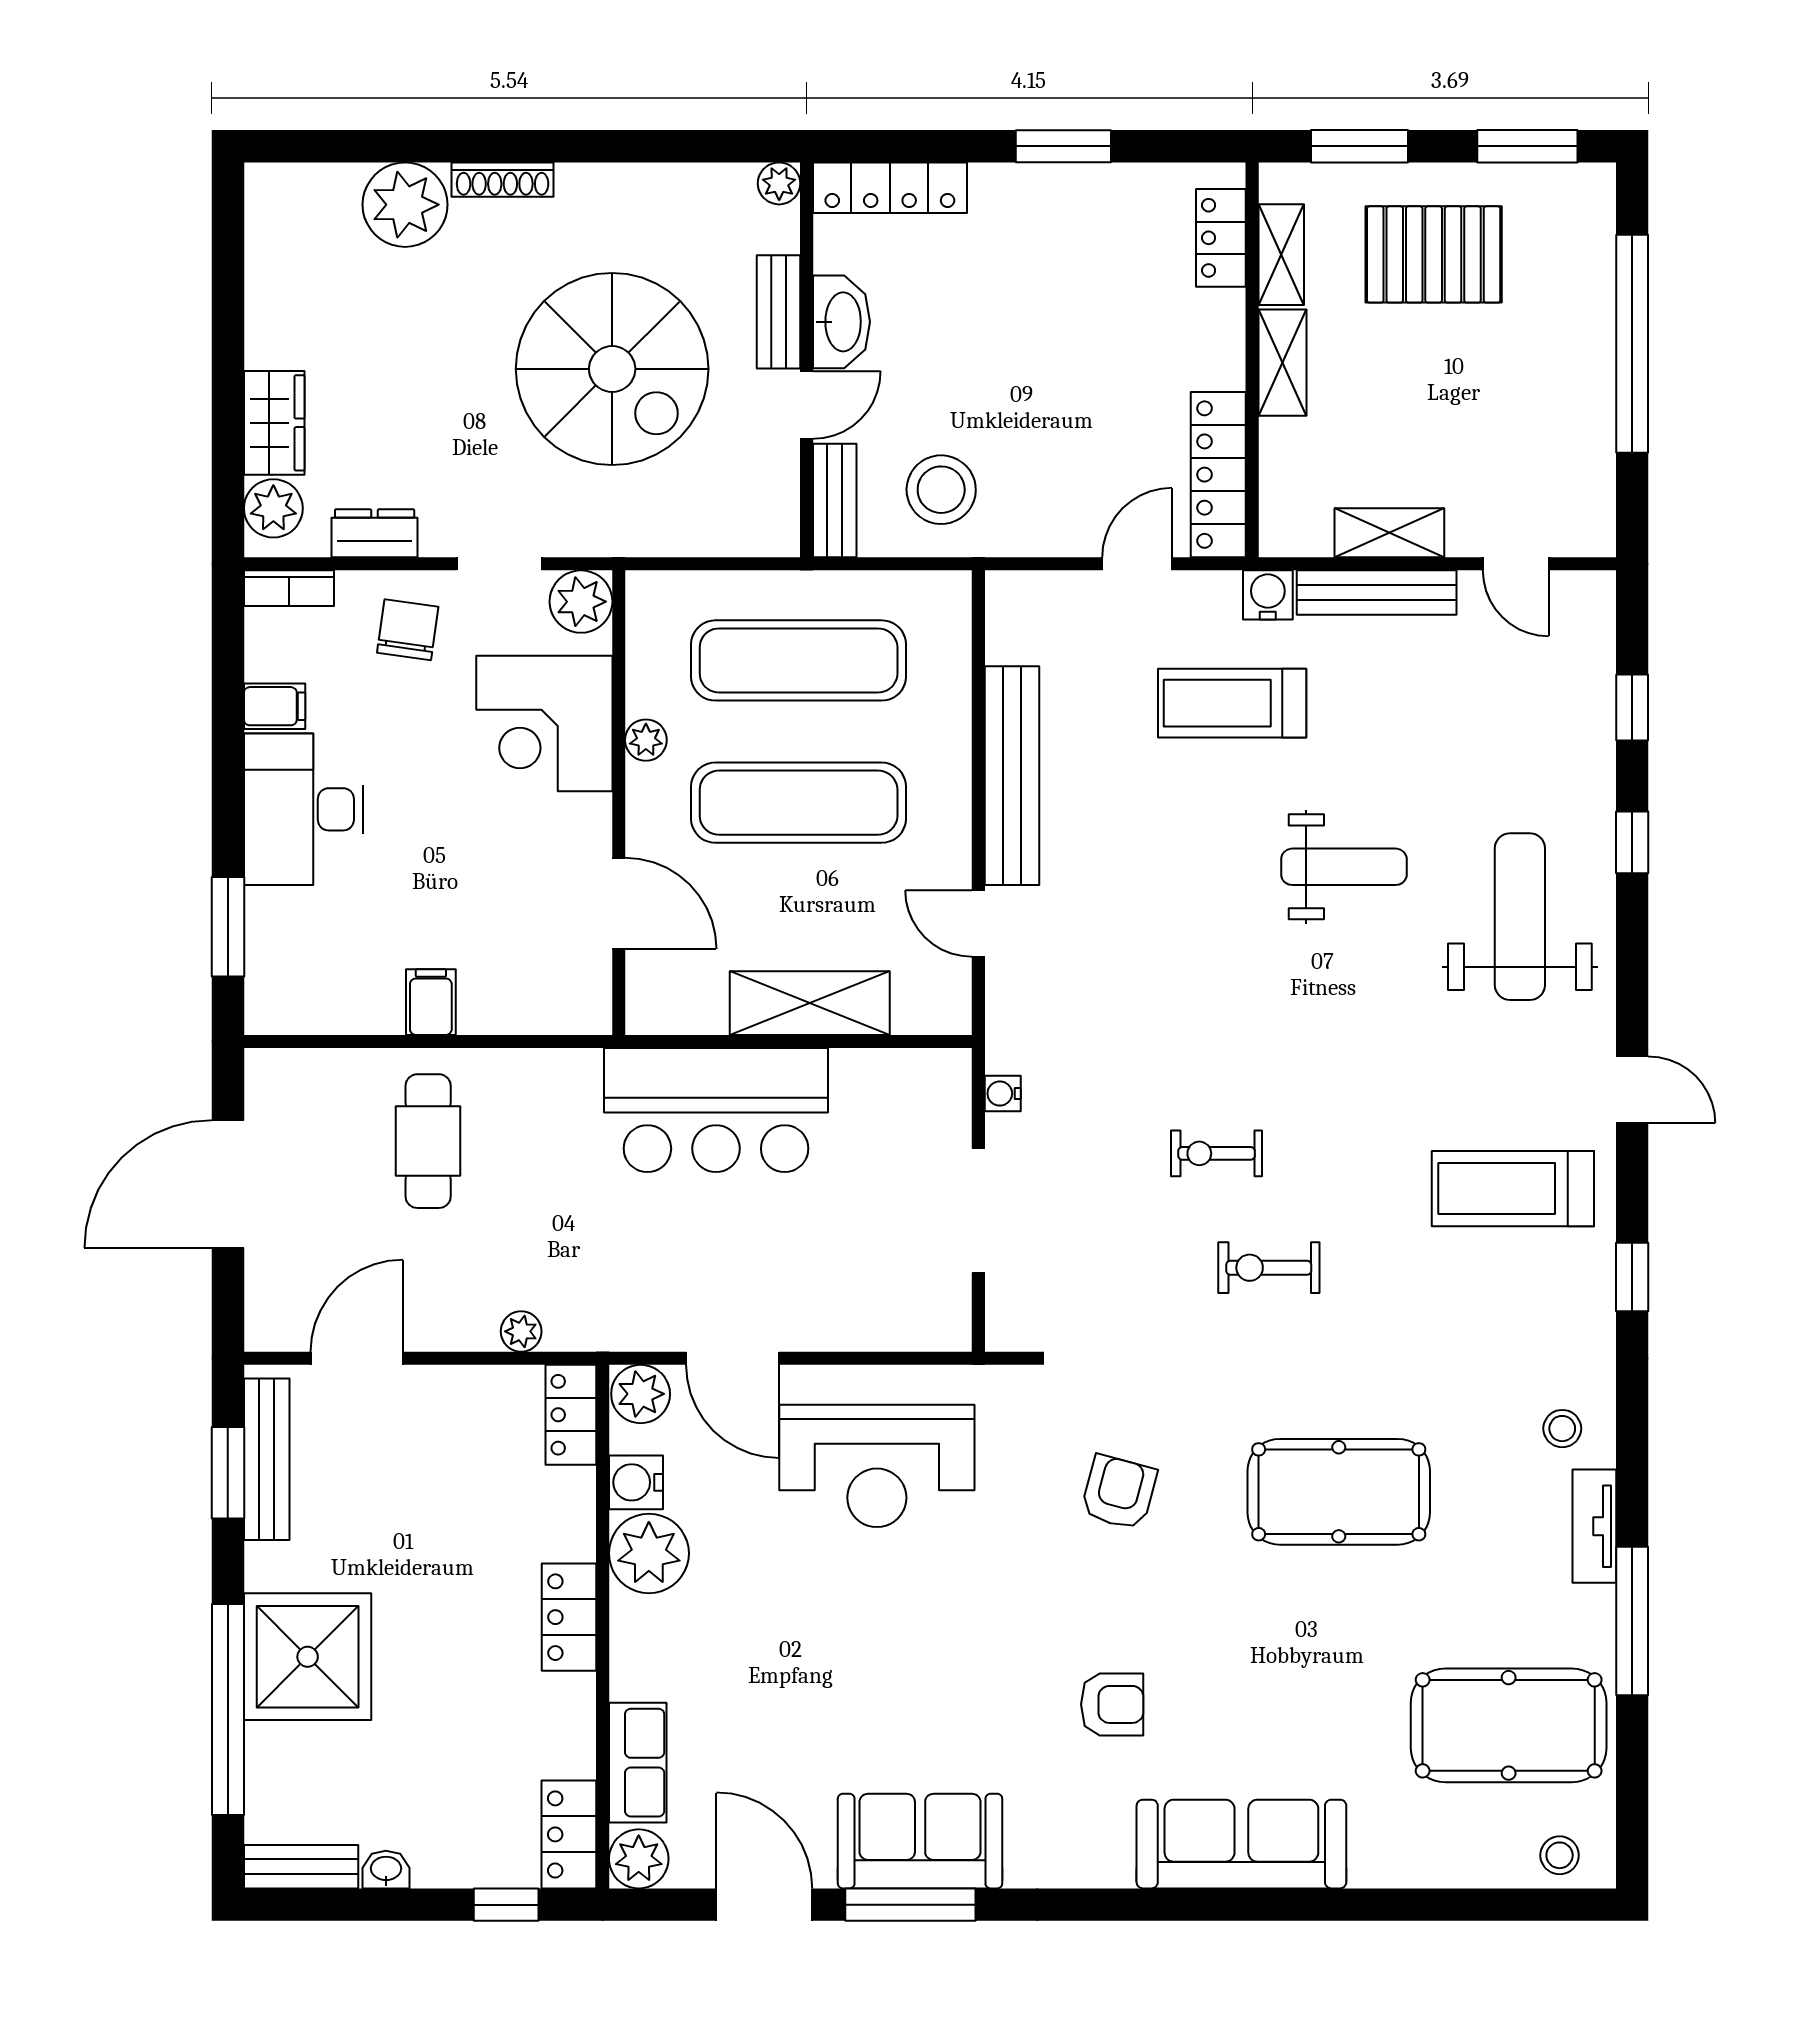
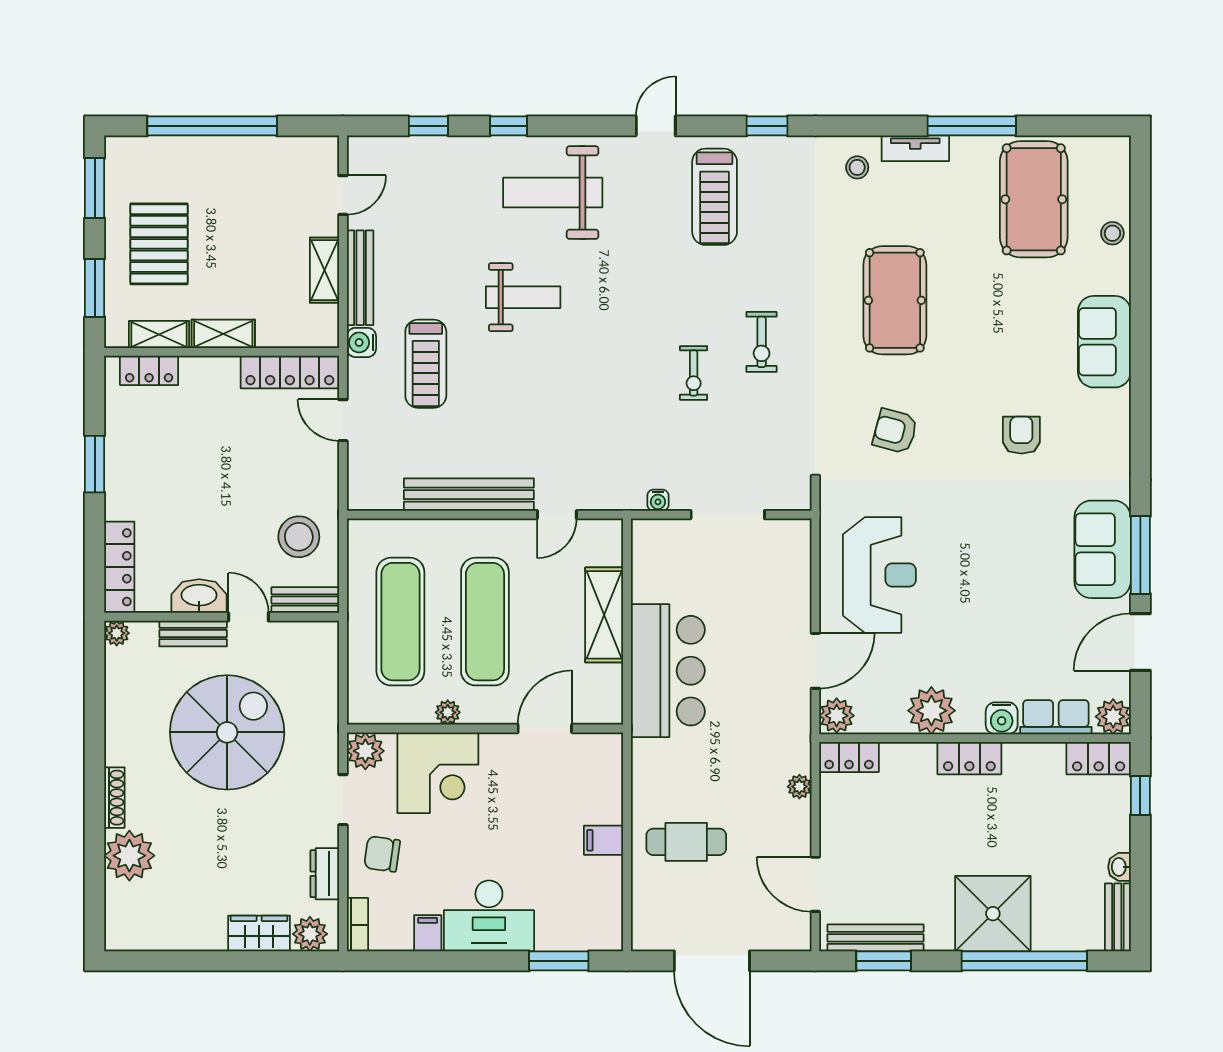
weight bench: (1344, 867) -> (523, 297), turned 90
water cooler: (636, 1482) -> (1002, 718), moved
sofa: (1241, 1844) -> (1104, 342), width x0.73
stool: (1560, 1855) -> (1112, 233), moved

